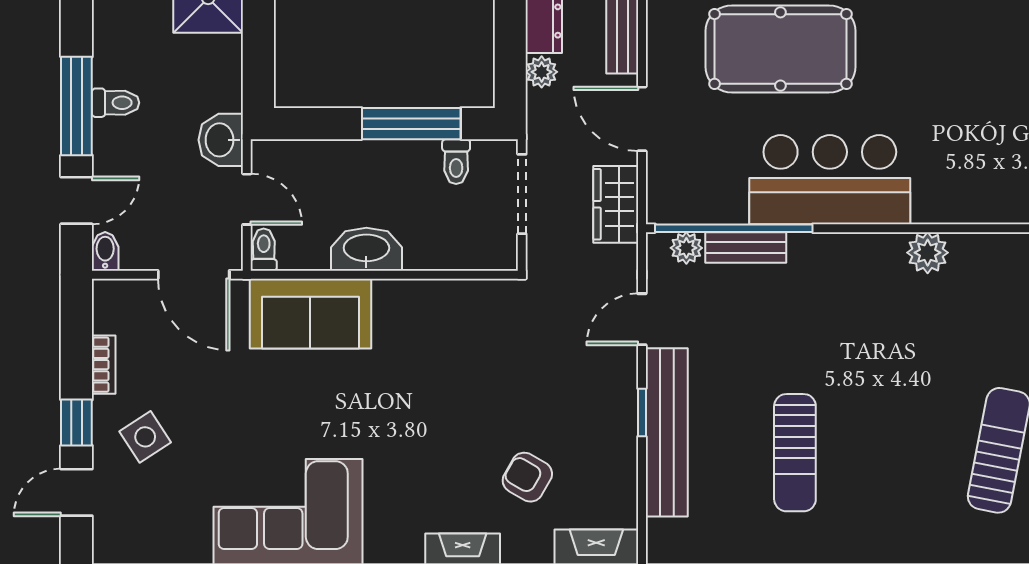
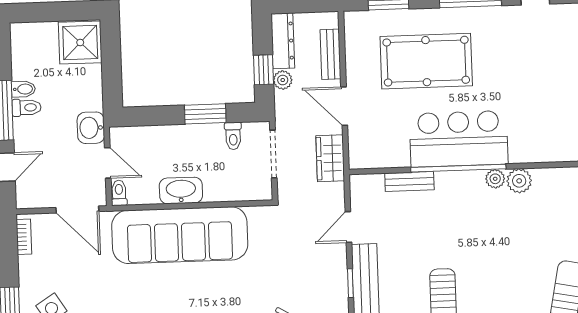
window: (510, 54) -> (263, 70), added
window: (411, 124) -> (205, 114), width x0.69
window: (734, 228) -> (458, 168), moved
plant: (686, 248) -> (495, 179), moved
bidet: (105, 251) -> (23, 89), moved, turned 90
sofa: (310, 314) -> (180, 235), width x1.85, depth x1.27
bookcase: (104, 365) -> (24, 237), moved

